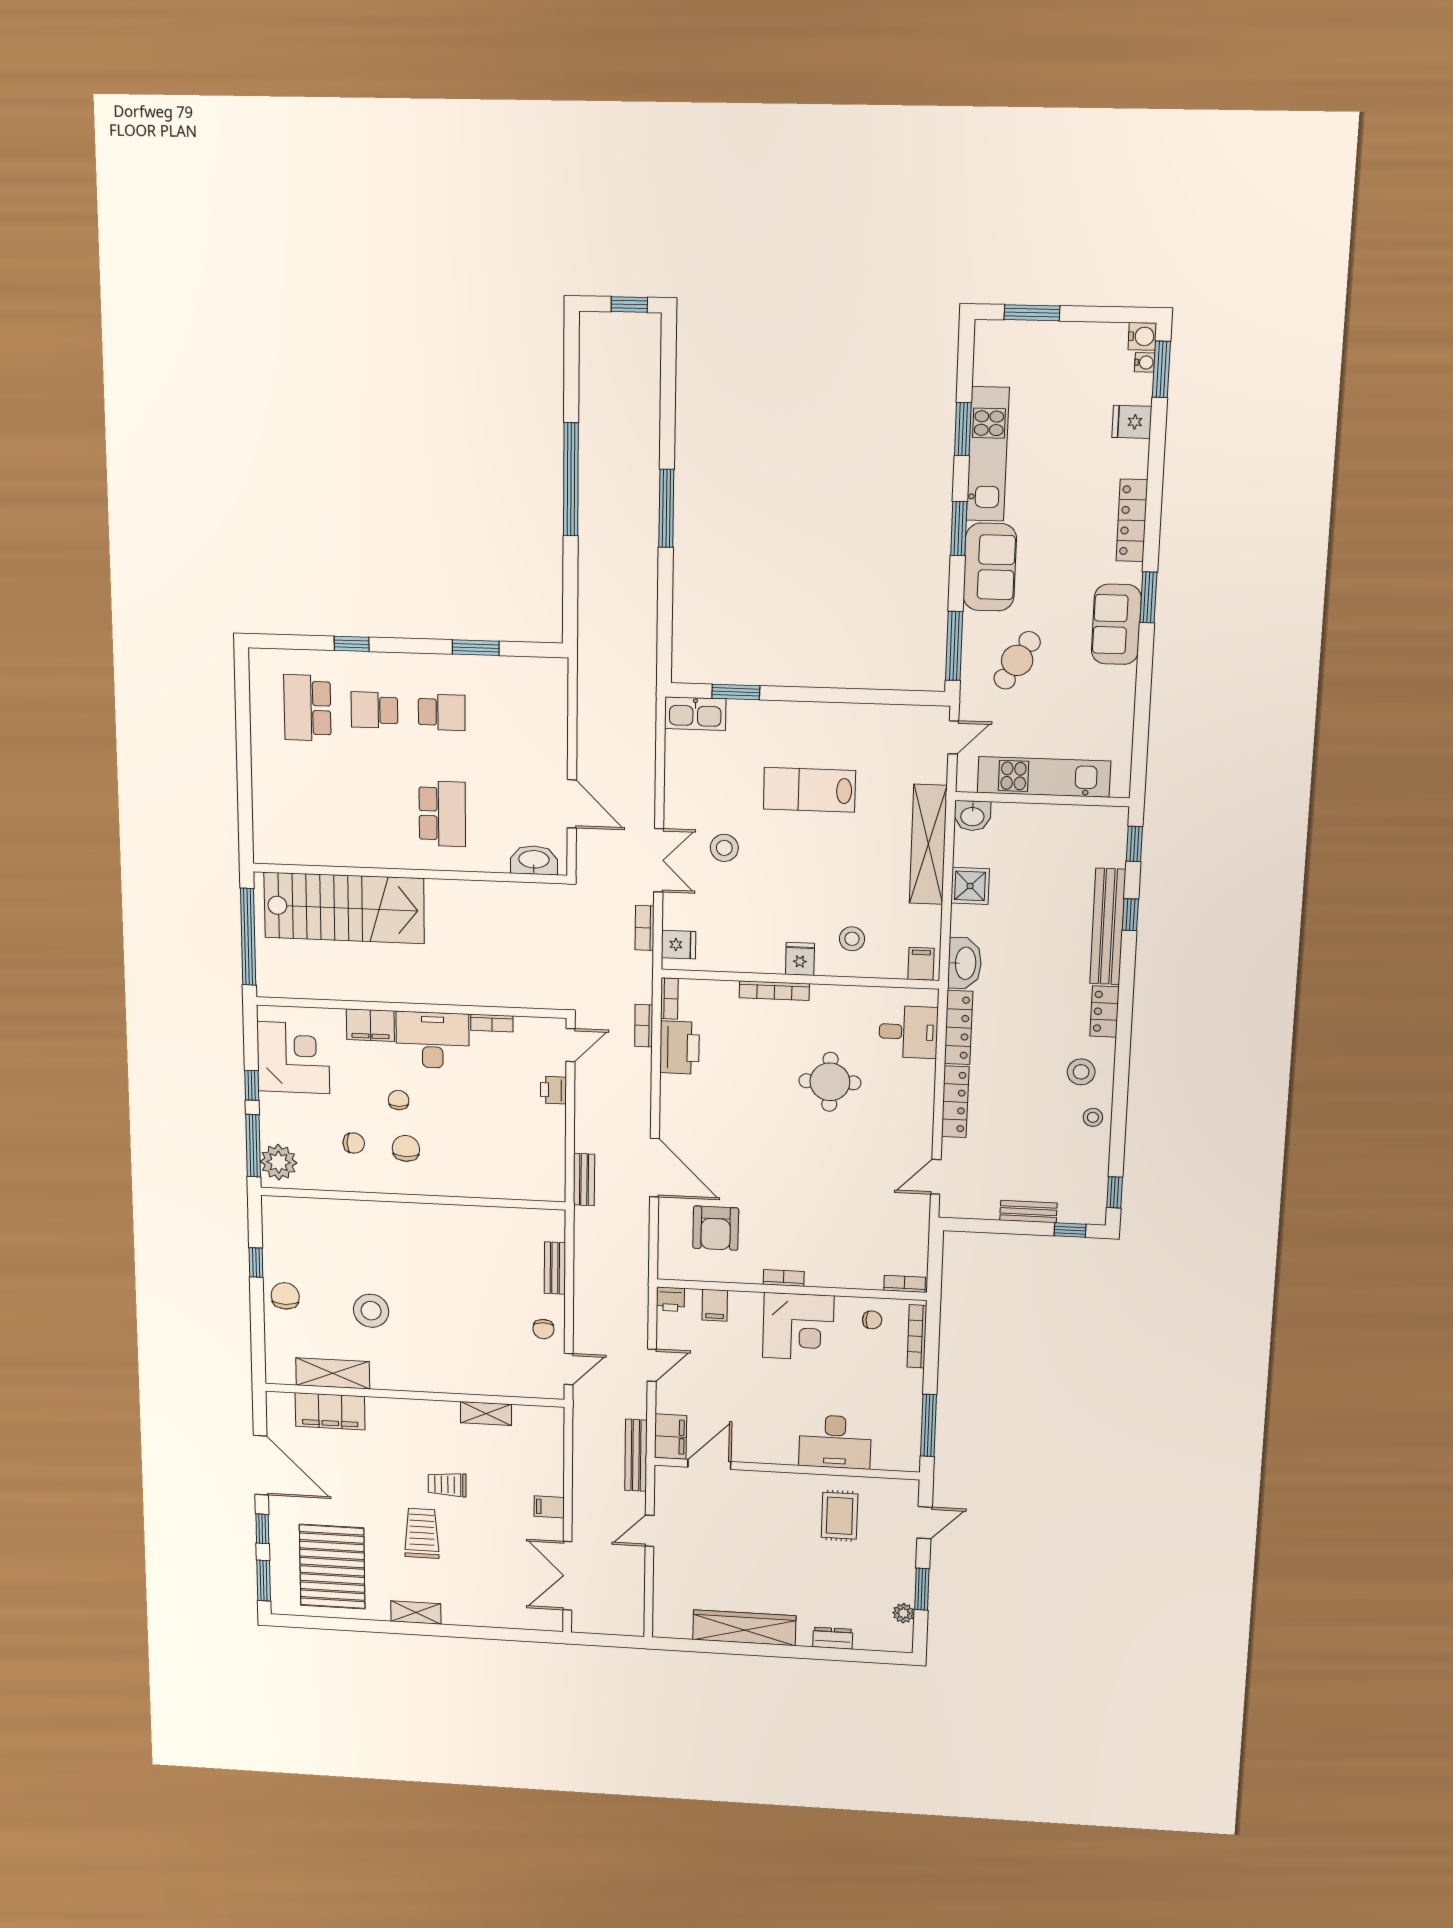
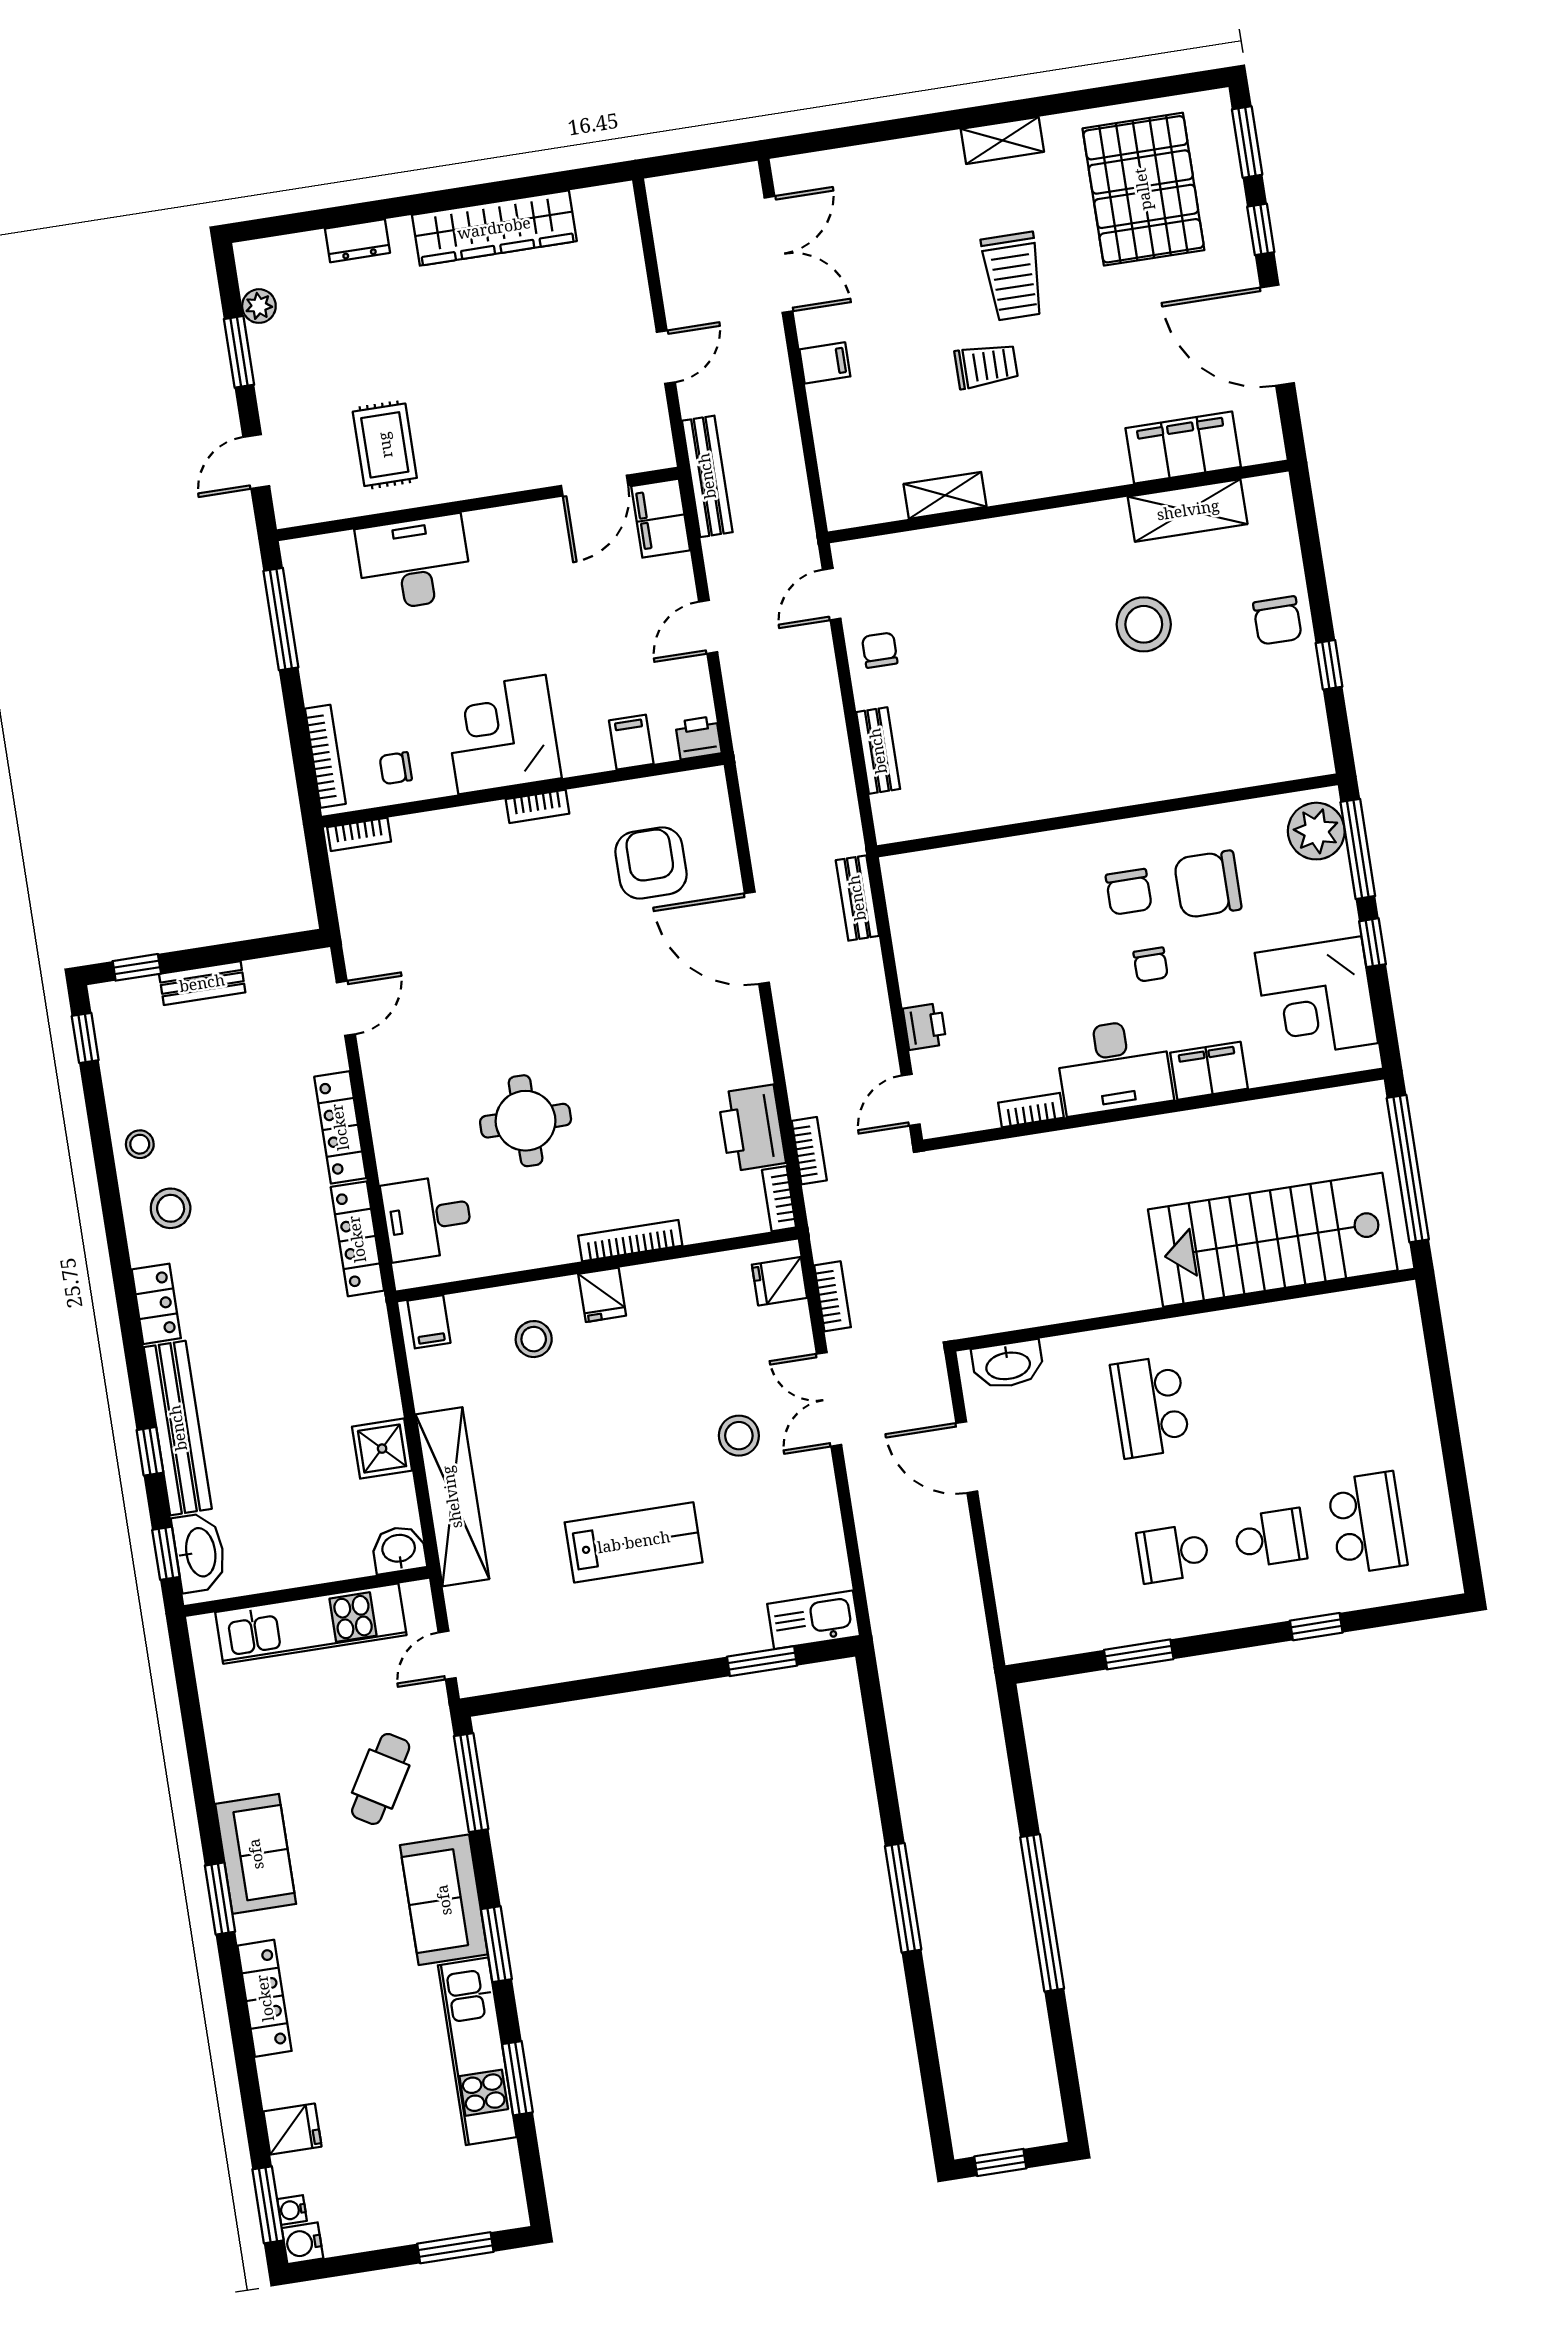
washbasin: (965, 963) -> (199, 1552), moved, turned 180
chair: (354, 1143) -> (1208, 884), width x1.87, depth x1.87

